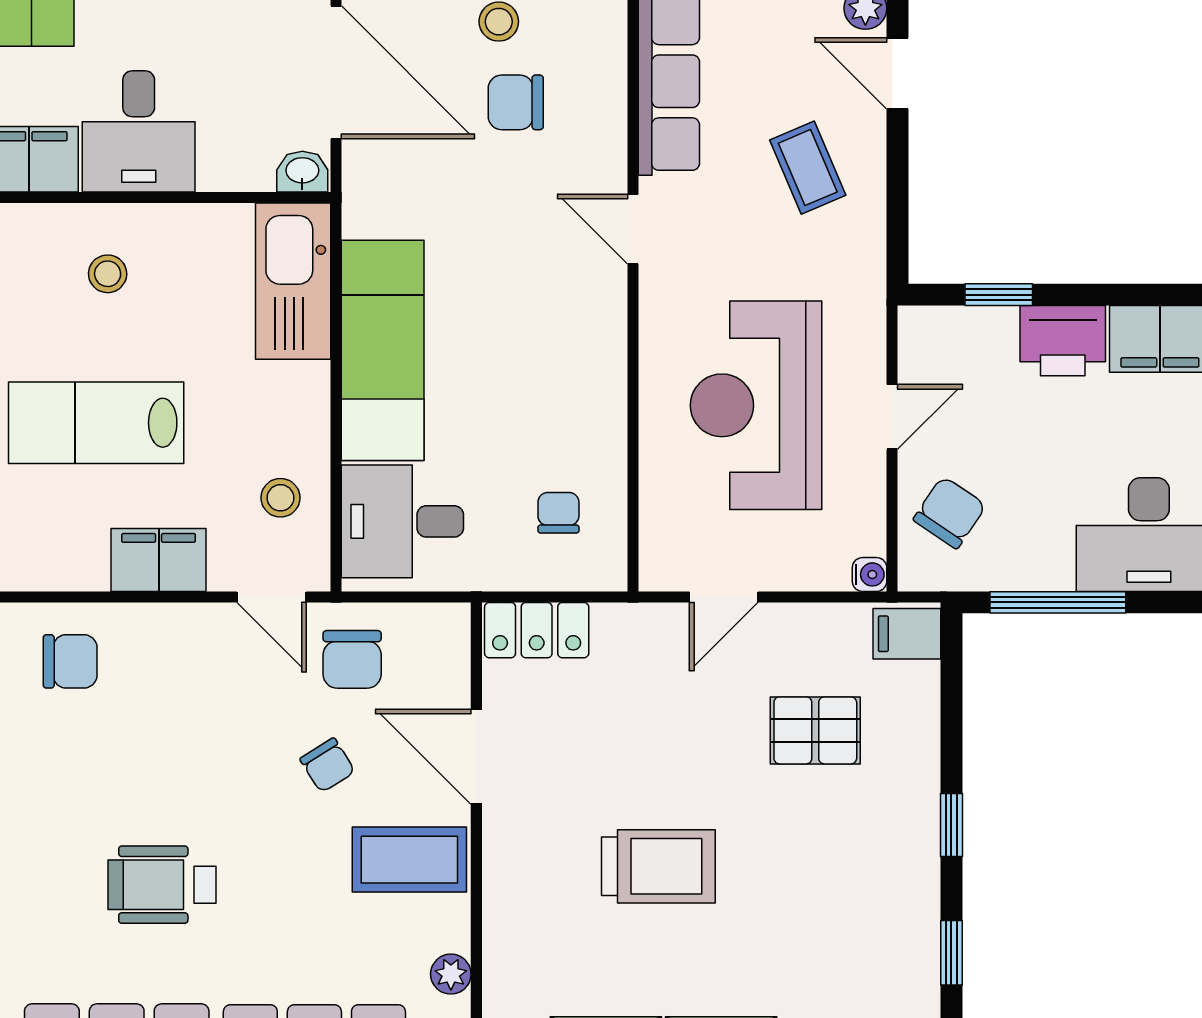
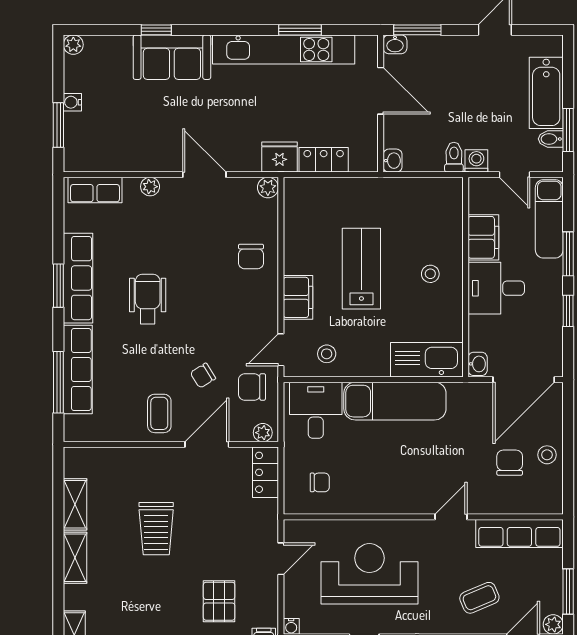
door: (724, 597) -> (281, 559), swing flipped
coffee table: (409, 860) -> (159, 413), width x0.73, depth x0.77
plant: (451, 974) -> (263, 433), moved

